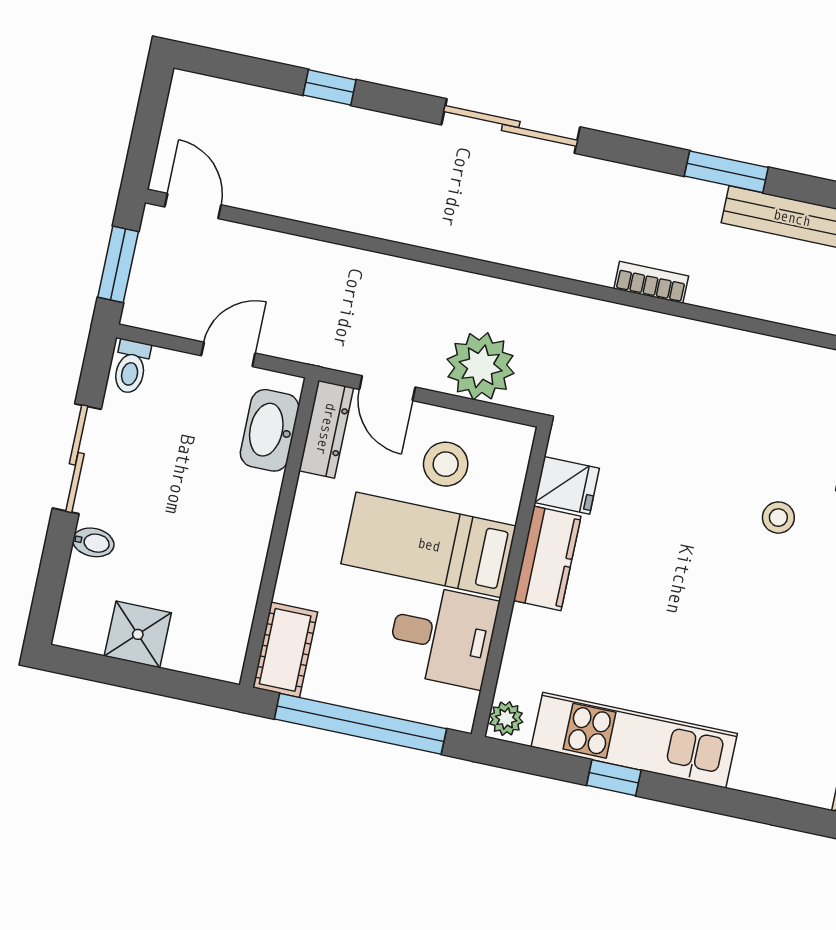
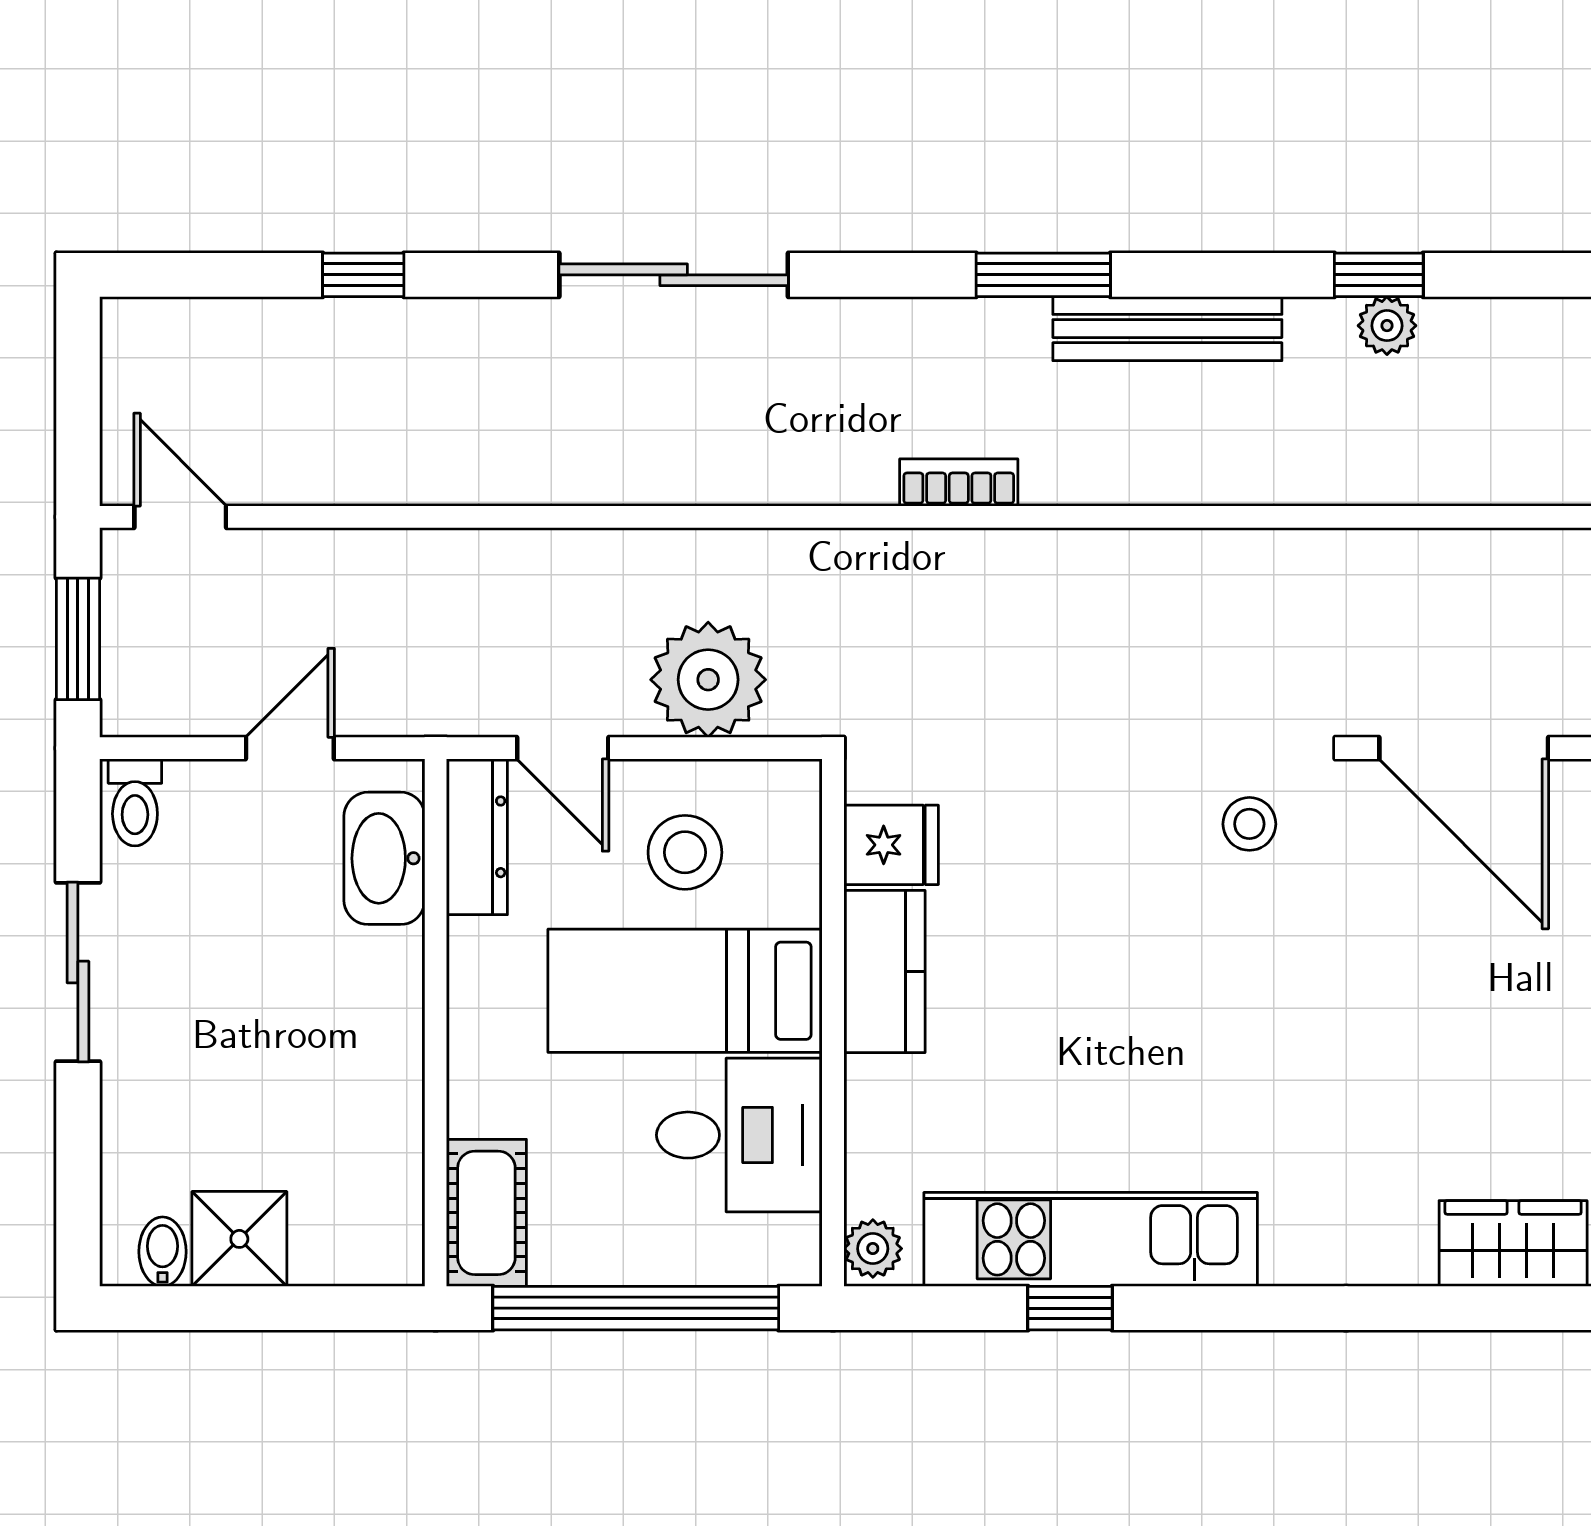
bidet: (93, 542) -> (162, 1252), moved, turned -90

